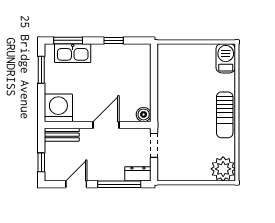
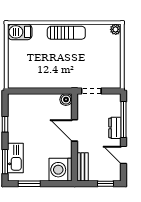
plant: (223, 169) -> (116, 29), width x0.53, depth x0.53
dresser: (138, 174) -> (115, 128), moved

